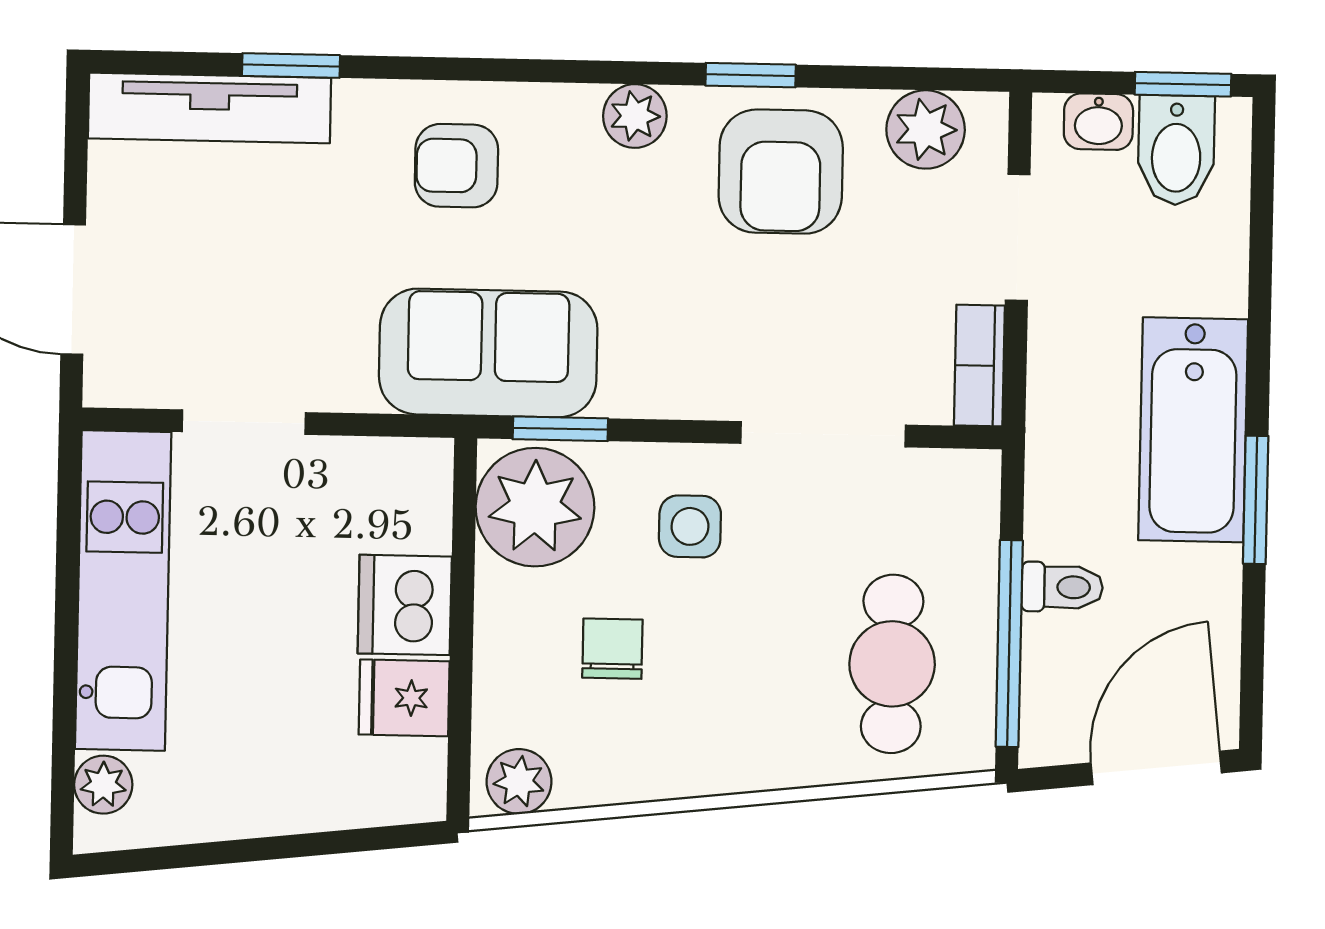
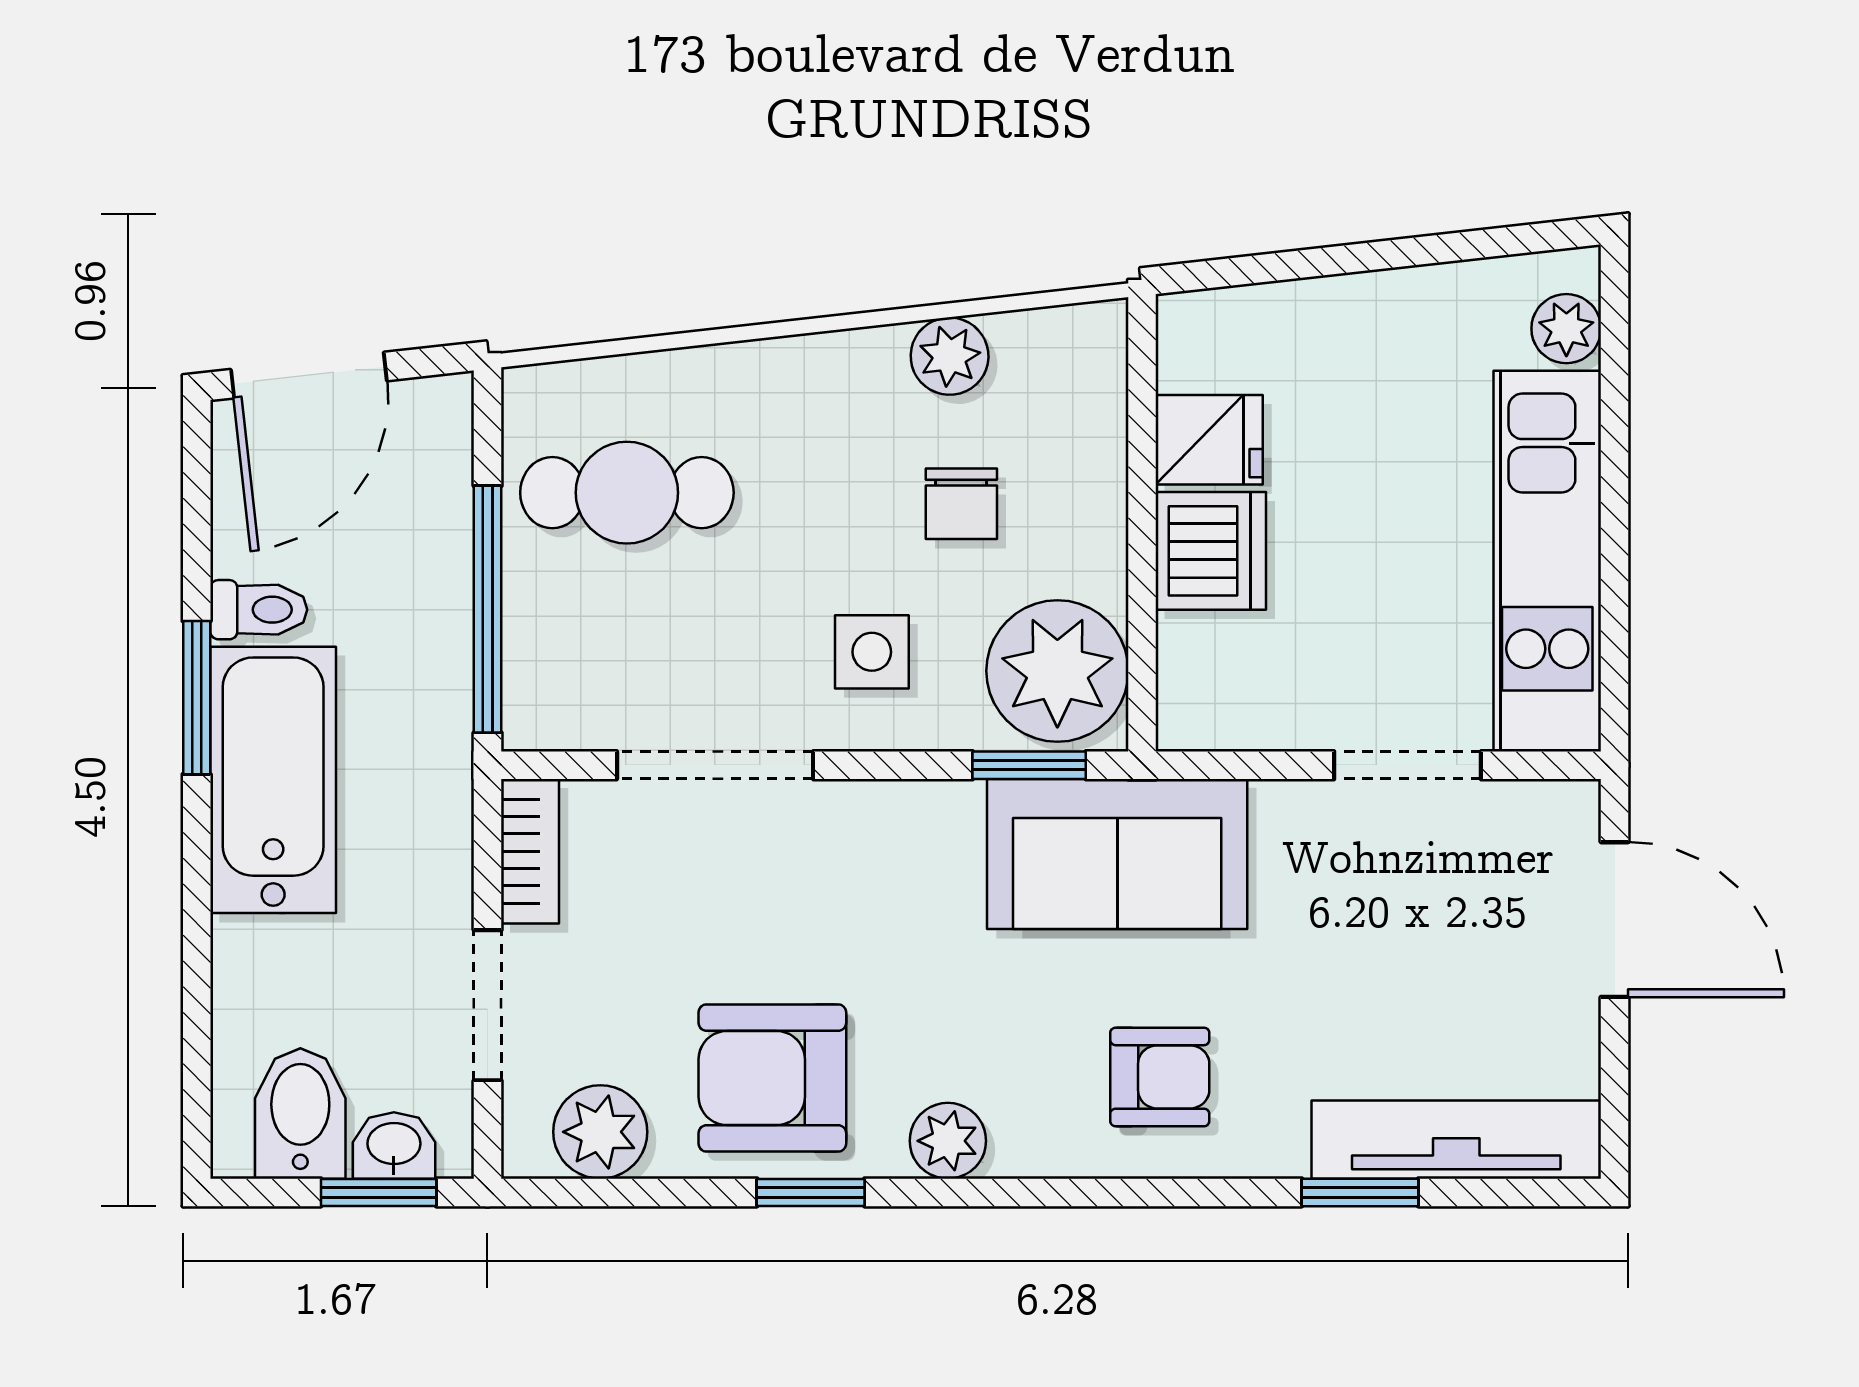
window: (1183, 84) -> (379, 1192), moved
armchair: (781, 172) -> (772, 1078), turned -90
toilet: (1062, 587) -> (259, 610), moved, turned 180
window: (1009, 643) -> (488, 609), moved
cafe table: (892, 664) -> (627, 493), turned 90
plant: (519, 782) -> (950, 356), moved

